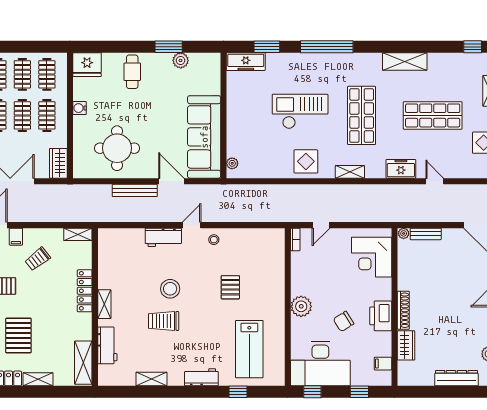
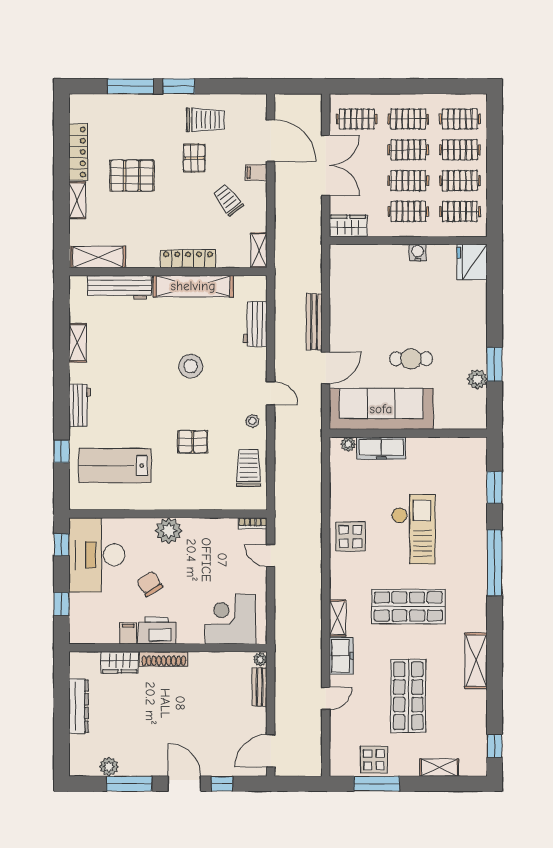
freezer: (246, 62) -> (381, 448), moved, turned -90
cafe table: (132, 72) -> (411, 359), moved
round table: (117, 148) -> (367, 300), removed
shelving: (350, 172) -> (337, 618), moved
workbench: (163, 237) -> (255, 324), moved
shelving: (104, 304) -> (193, 286), width x2.20, depth x1.33
trolley: (164, 321) -> (249, 468), moved
workbench: (107, 345) -> (120, 287), width x1.38
filing cabinet: (383, 364) -> (128, 633), moved
dresser: (456, 378) -> (79, 706), moved

